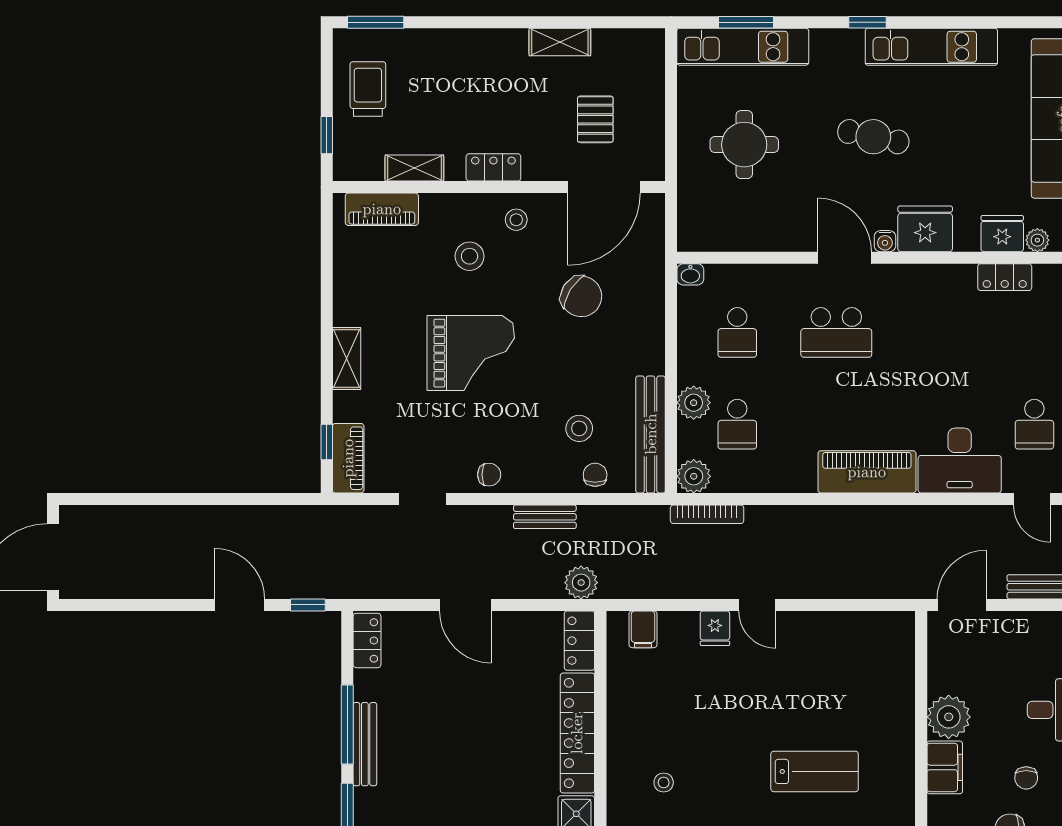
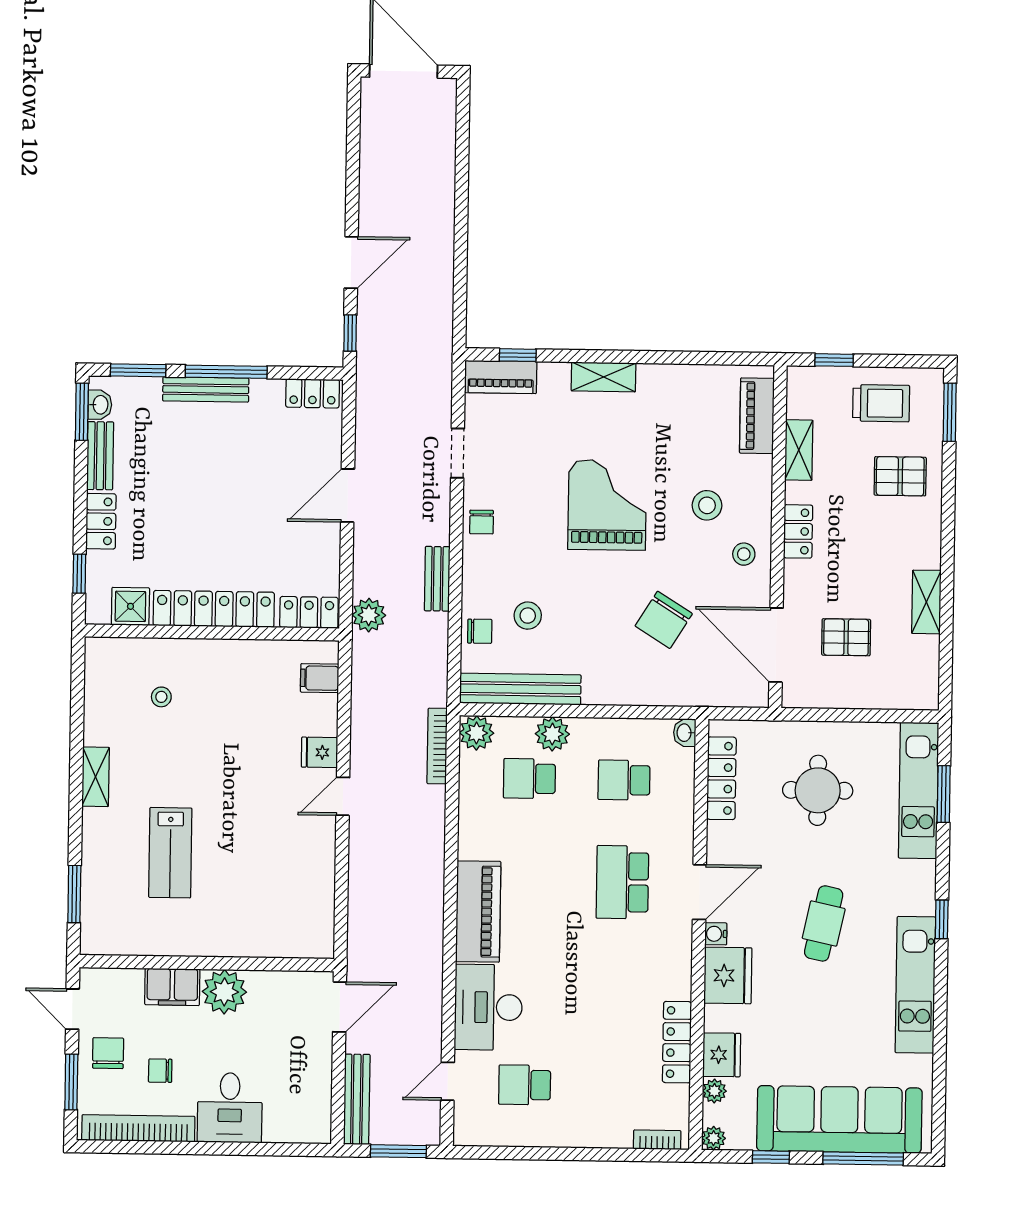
pallet: (438, 69) -> (900, 476), added
locker: (734, 238) -> (721, 778), added
locker: (1005, 277) -> (677, 1042), width x1.53
grand piano: (471, 353) -> (607, 505), turned 180
door: (962, 605) -> (340, 1007), hinge flipped

